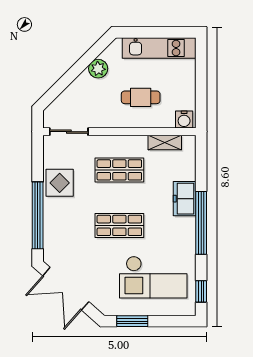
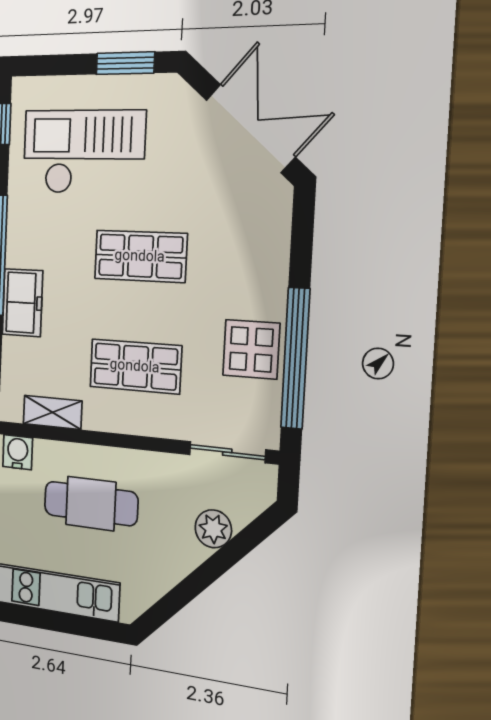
plant: (98, 69) -> (213, 529), moved
cafe table: (141, 97) -> (91, 503), width x1.37, depth x1.35
window: (38, 215) -> (295, 358), moved

